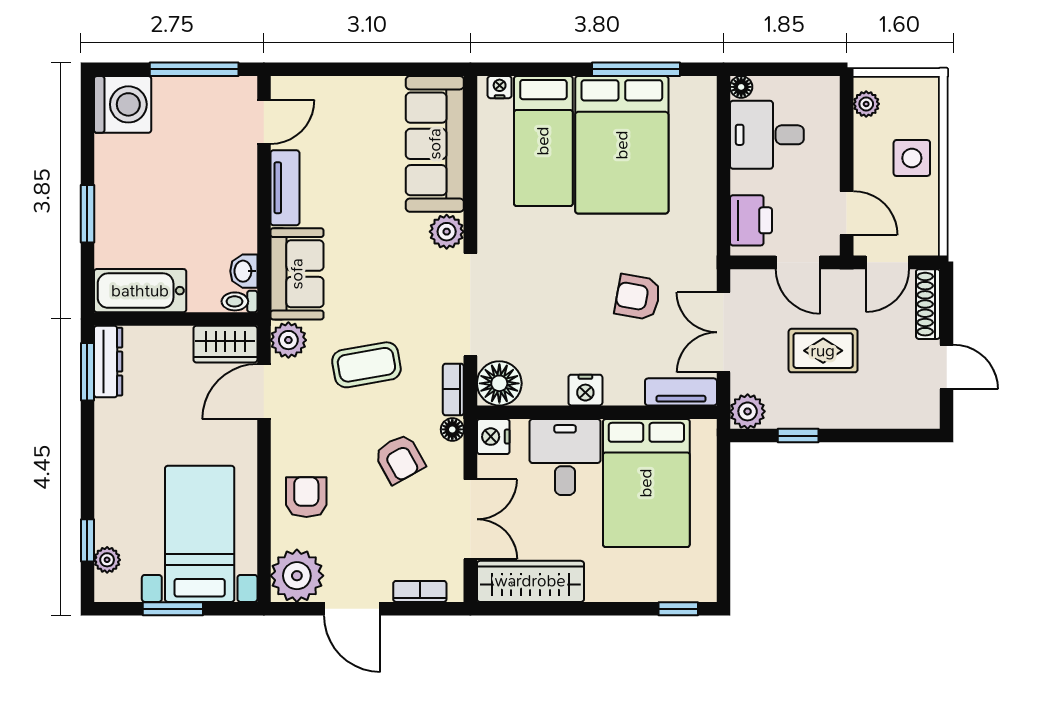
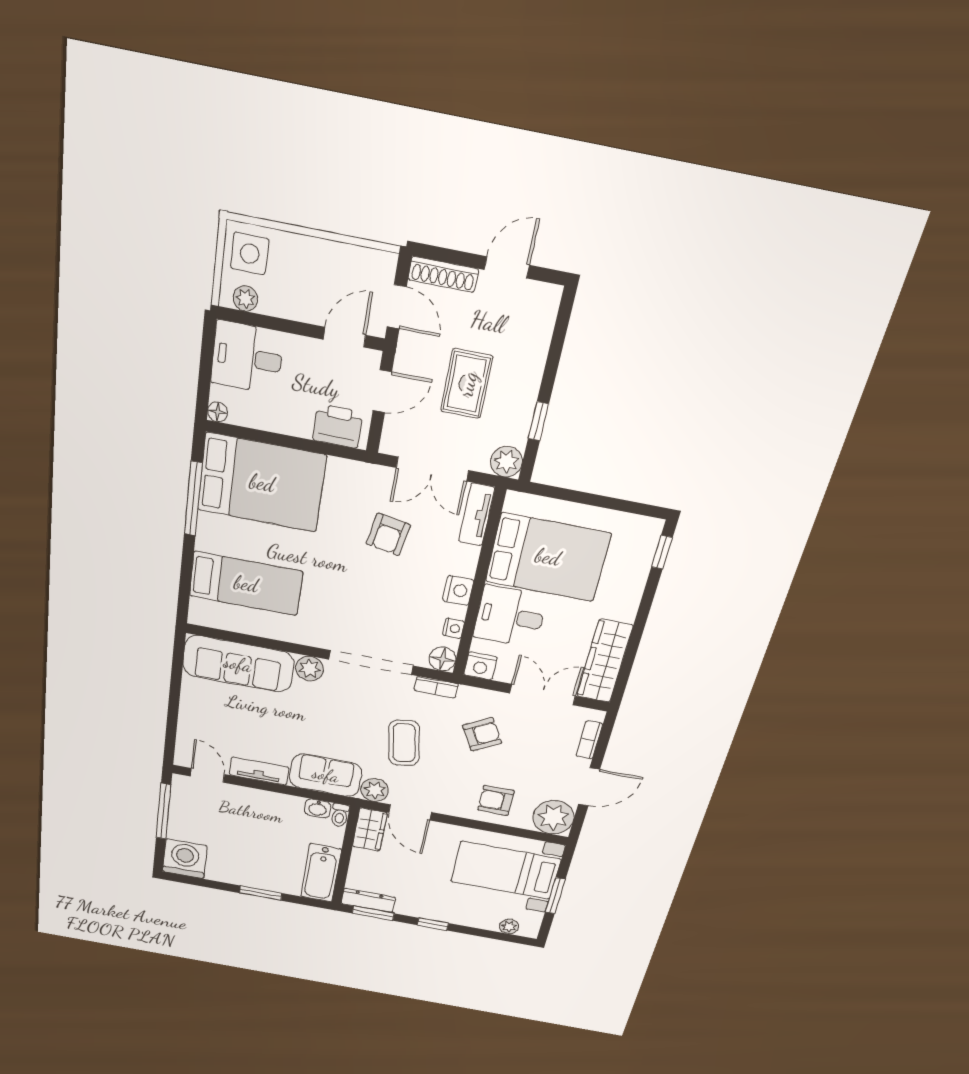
nightstand: (500, 87) -> (453, 628), moved, turned 180
desk: (767, 135) -> (247, 358), moved, turned 90
bed: (622, 145) -> (262, 483), moved
side table: (912, 158) -> (250, 254), moved
floor lamp: (499, 383) -> (442, 659), width x0.73, depth x0.73
floor lamp: (452, 429) -> (468, 694), removed
window: (87, 540) -> (433, 924), moved

